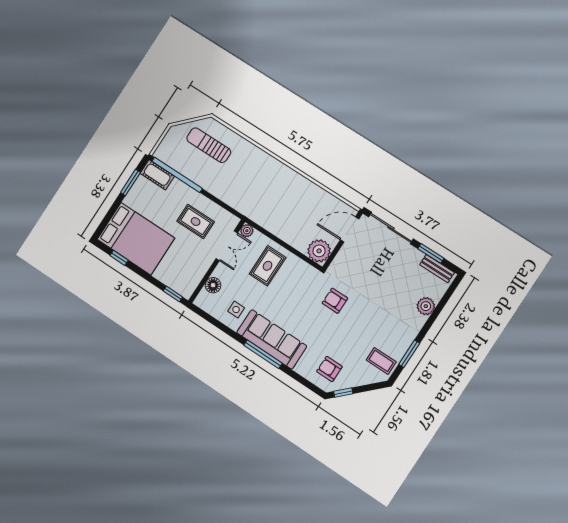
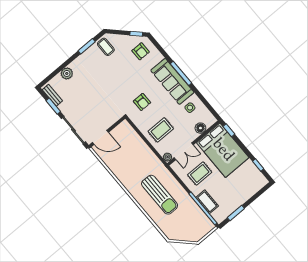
sun lounger: (209, 145) -> (160, 195), moved, width x1.36, depth x1.34
cot: (157, 175) -> (207, 202), moved
rug: (196, 222) -> (200, 173), turned 90
bed: (136, 239) -> (223, 150), moved, turned 180
double door: (227, 246) -> (184, 151), swing flipped
plant: (319, 251) -> (124, 130), removed
armchair: (335, 301) -> (142, 102), moved

